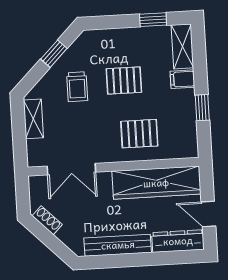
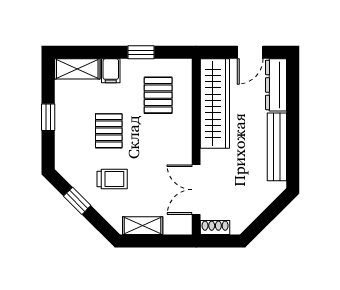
window: (153, 20) -> (48, 117), moved
pallet: (139, 134) -> (158, 95), moved
double door: (71, 169) -> (196, 190), swing flipped
shoe rack: (47, 220) -> (215, 227), moved, turned 45

